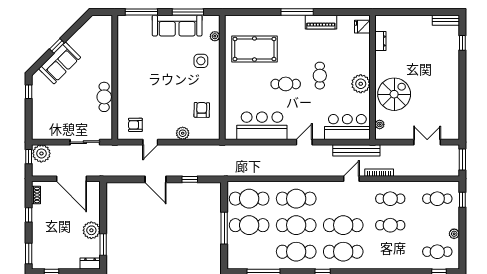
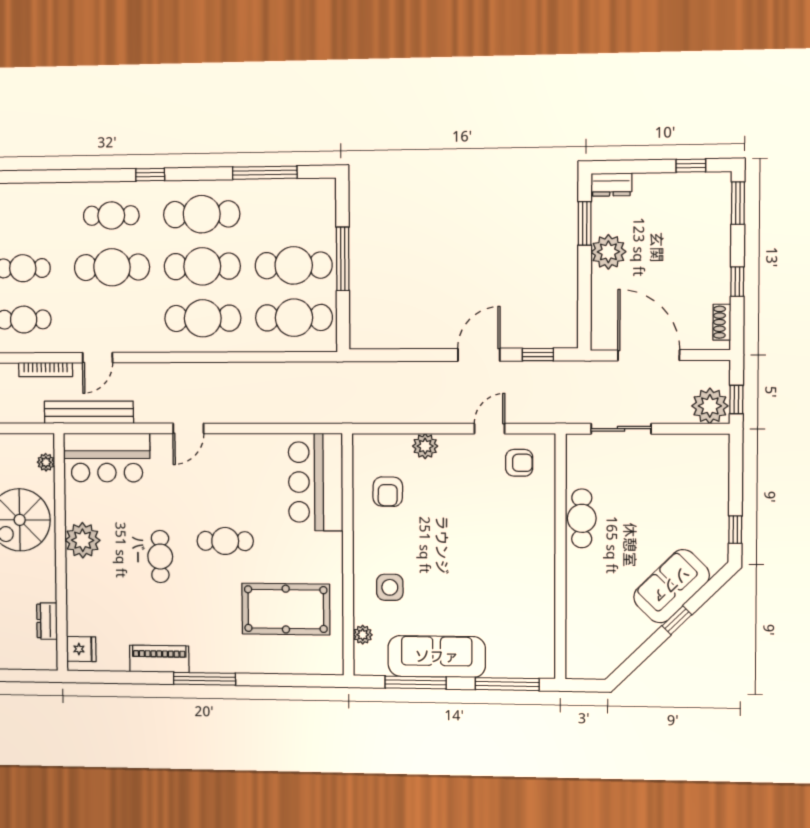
bar counter: (262, 126) -> (316, 482), moved, turned 90
door: (156, 179) -> (479, 355), hinge flipped
window: (190, 179) -> (538, 355), moved
cafe table: (343, 252) -> (111, 215), width x0.73, depth x0.74

